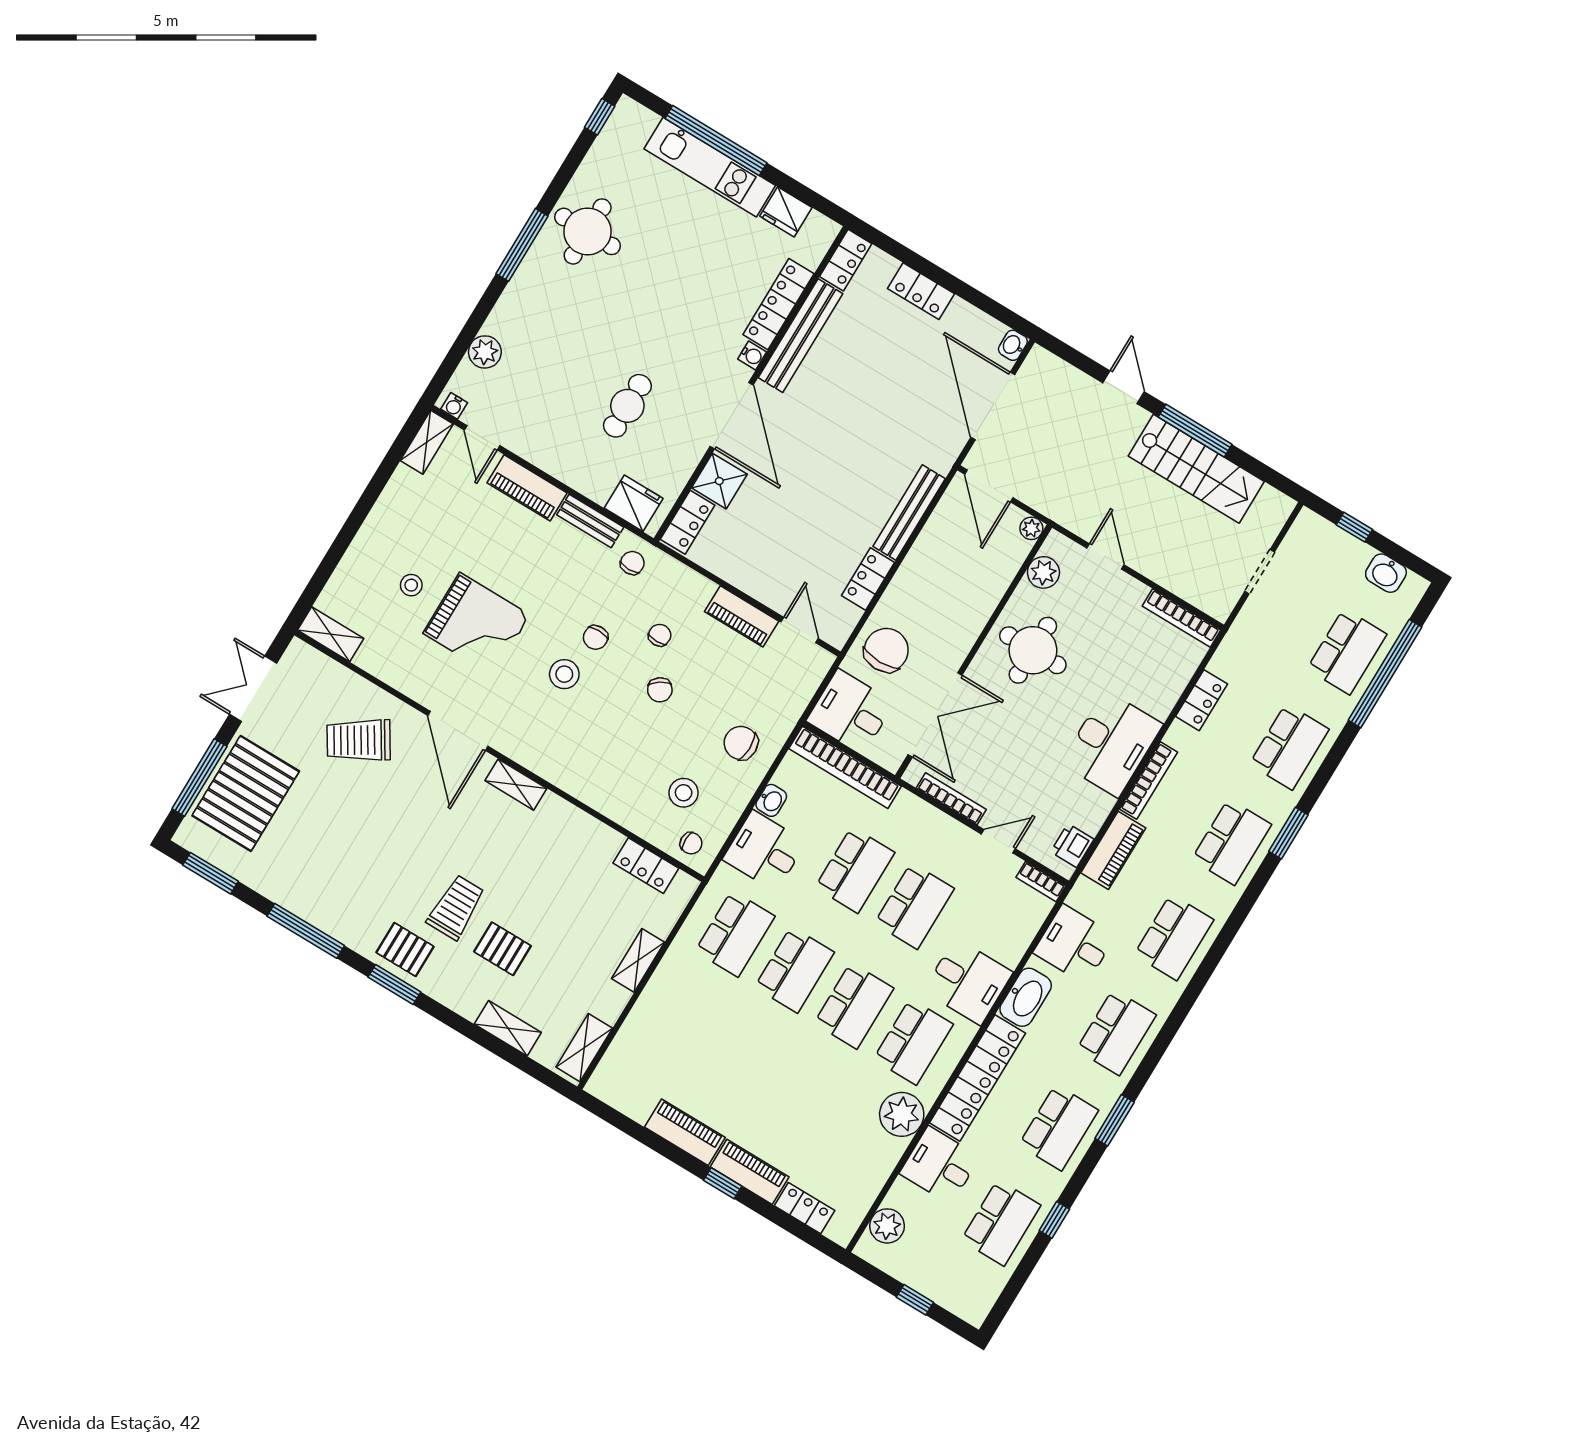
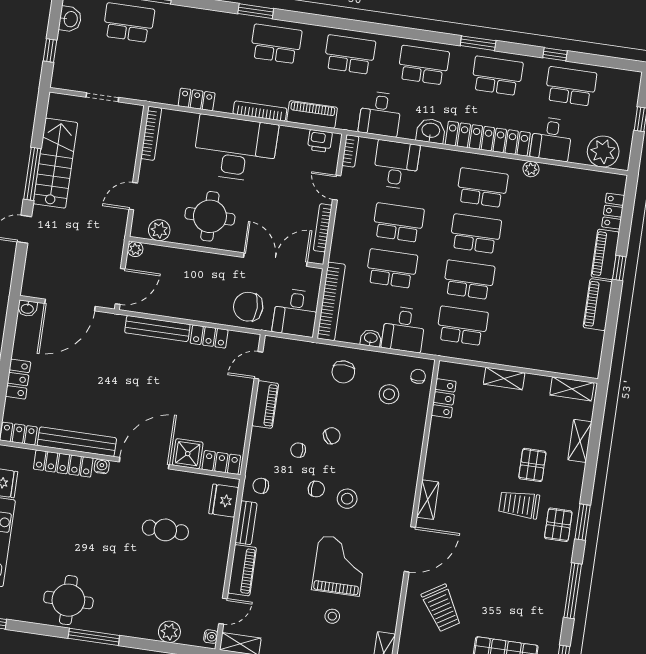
desk: (1112, 744) -> (235, 149), width x1.36, depth x1.30
school desk: (1289, 747) -> (202, 33), removed
desk: (968, 982) -> (396, 165), moved
washbasin: (1026, 997) -> (431, 131), width x0.72
plant: (902, 1114) -> (531, 169), width x0.53, depth x0.53
plant: (887, 1226) -> (603, 152), width x1.36, depth x1.36

